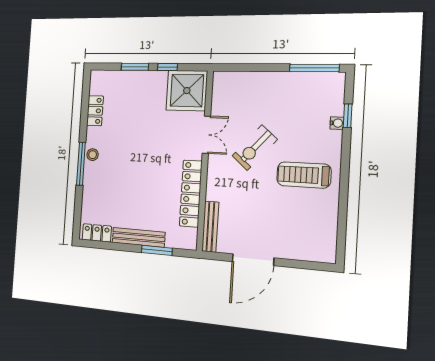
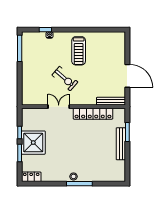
shower: (187, 91) -> (33, 143), moved
locker: (95, 111) -> (31, 177), moved
locker: (97, 233) -> (120, 170), removed

